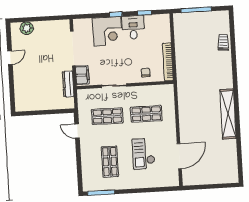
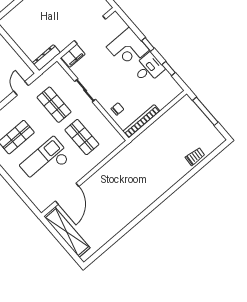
dresser: (68, 84) -> (46, 58), moved
shelving: (228, 114) -> (67, 232), moved, turned 90
checkout: (144, 154) -> (46, 161), width x1.36, depth x1.21
door: (179, 156) -> (67, 194), hinge flipped

